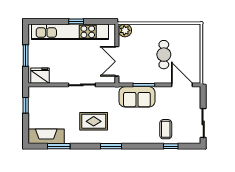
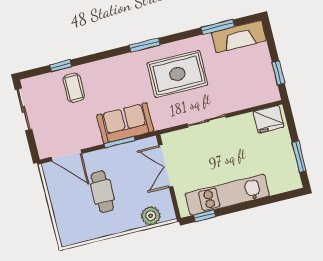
window: (76, 21) -> (205, 216), moved
plant: (125, 30) -> (151, 216), moved
kitchen unit: (70, 32) -> (227, 195), width x0.73
window: (26, 56) -> (299, 157), moved
double door: (117, 61) -> (166, 166), swing flipped
rug: (94, 121) -> (177, 74), width x1.36, depth x1.43

